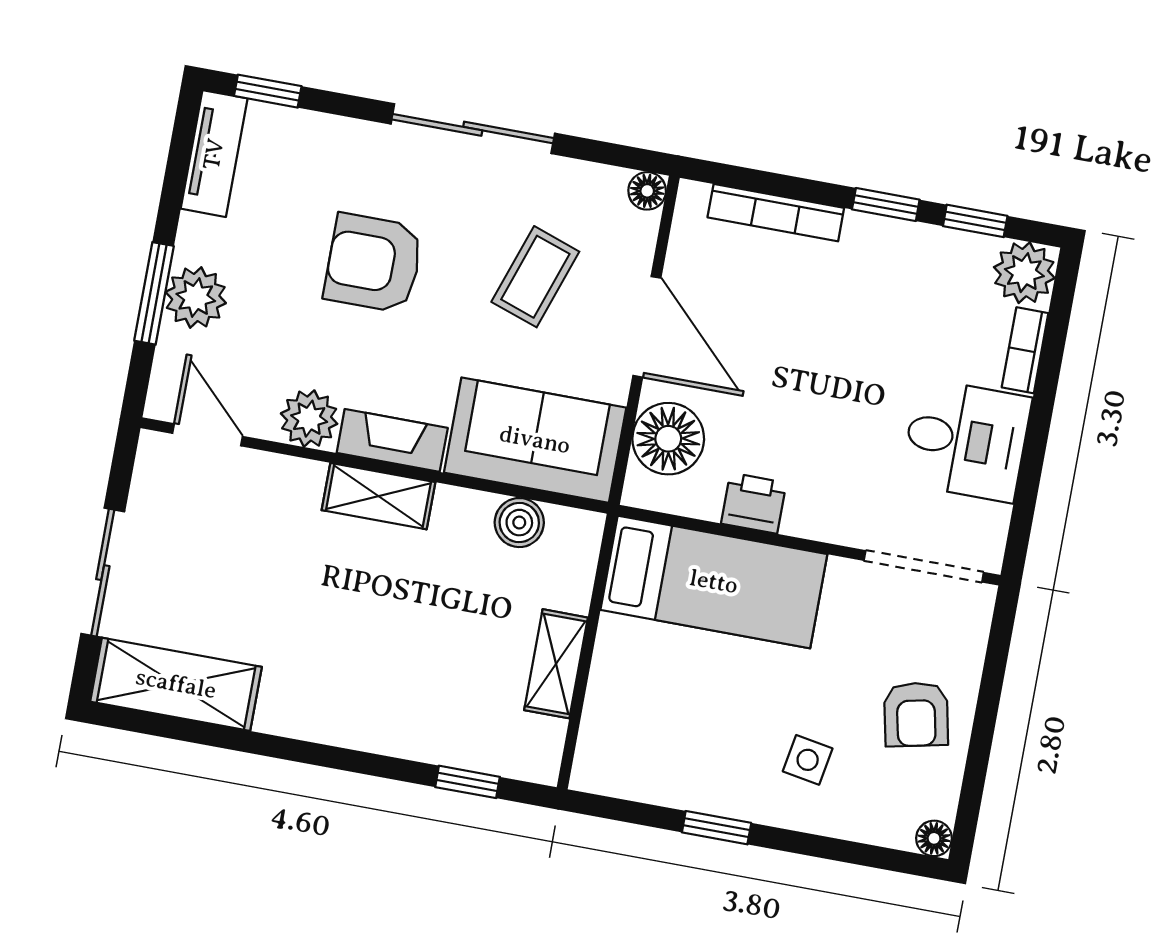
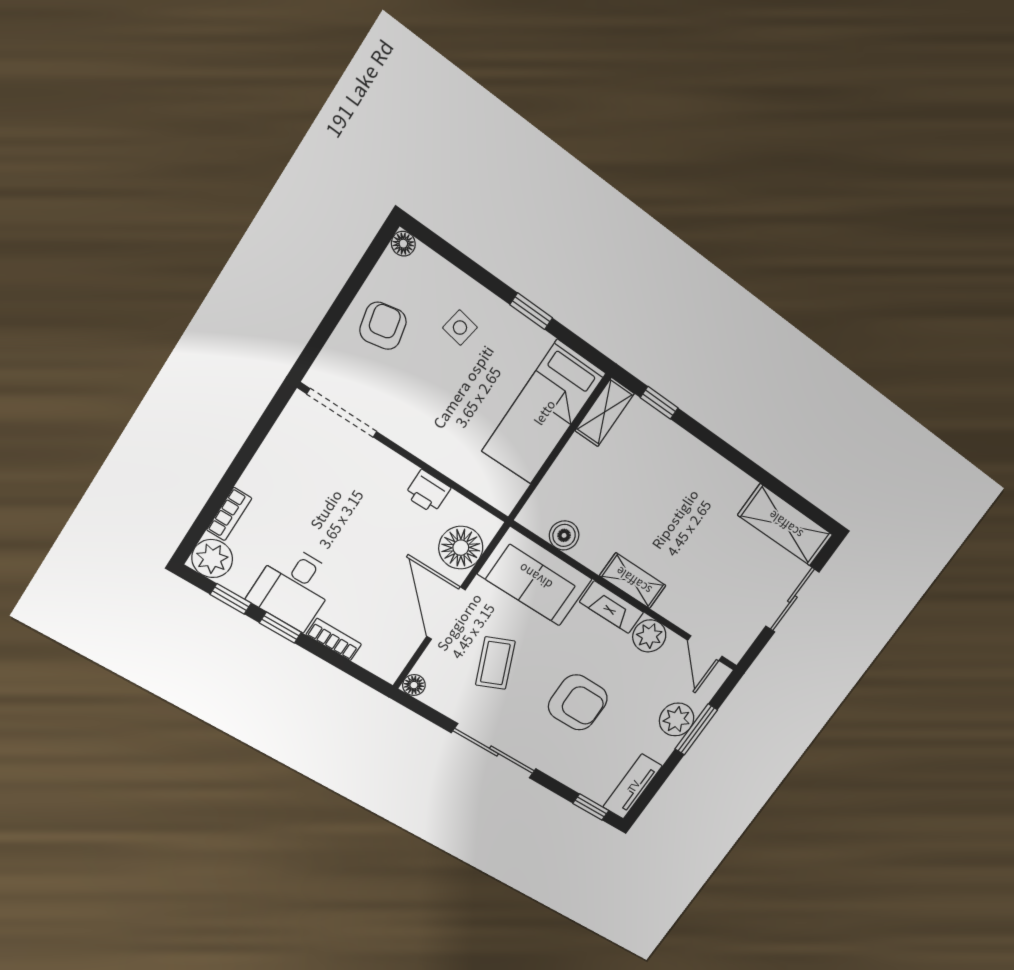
bookcase: (776, 213) -> (334, 639), width x0.64
coffee table: (535, 277) -> (495, 663), turned -42
desk: (966, 440) -> (293, 587), moved, turned -90
bed: (714, 582) -> (544, 412), moved, turned -90
shelving: (556, 664) -> (605, 412), moved

